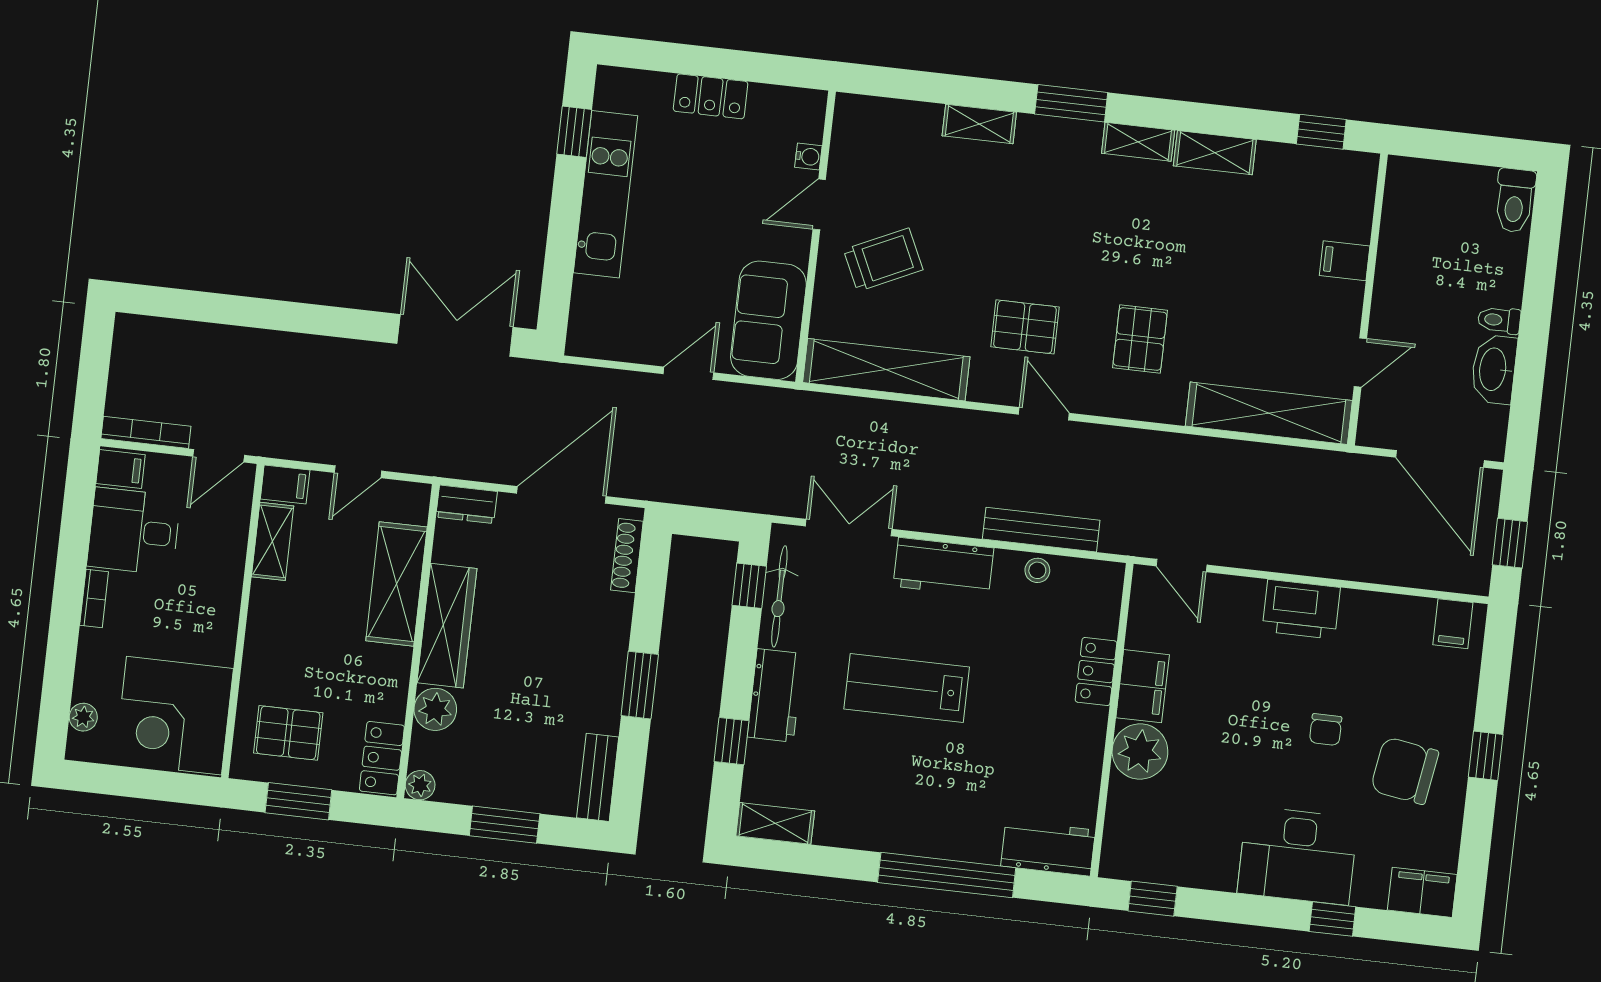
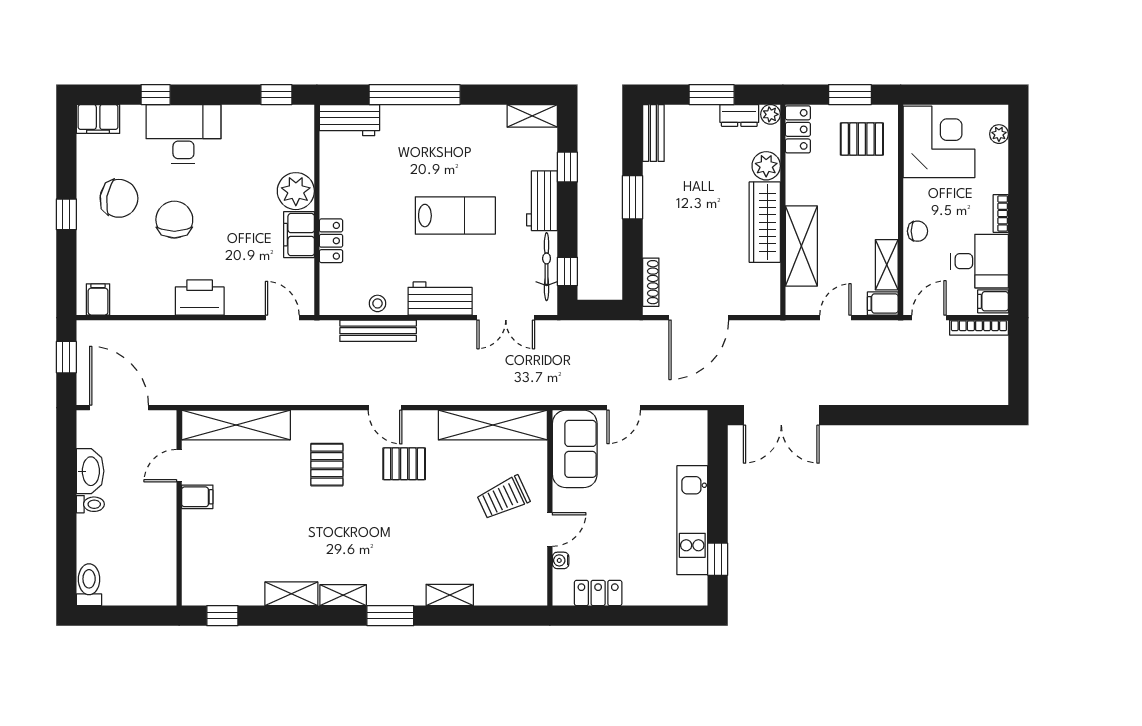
locker: (711, 96) -> (598, 593), moved
filing cabinet: (1345, 261) -> (197, 497), moved
dresser: (467, 504) -> (739, 115), moved, turned 180
chair: (221, 586) -> (917, 231), added
chair: (1326, 730) -> (174, 220), width x1.87, depth x1.87

